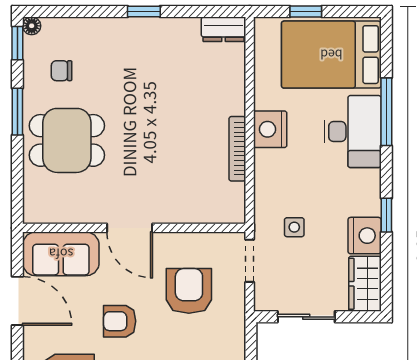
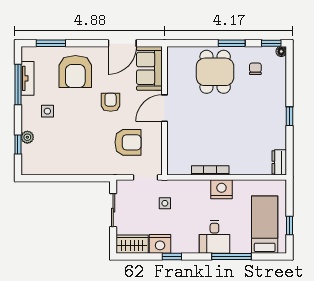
window: (306, 12) -> (290, 225), moved
bed: (331, 55) -> (265, 225), width x0.67
desk: (353, 132) -> (214, 237), width x0.73

